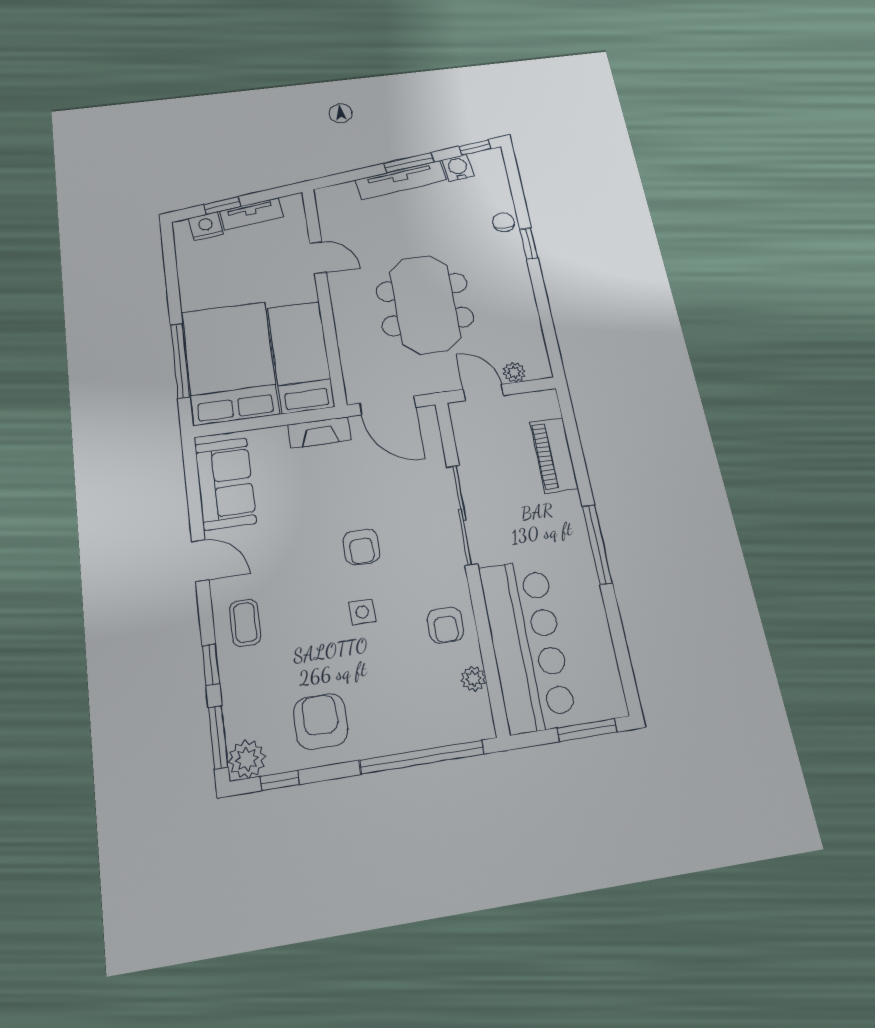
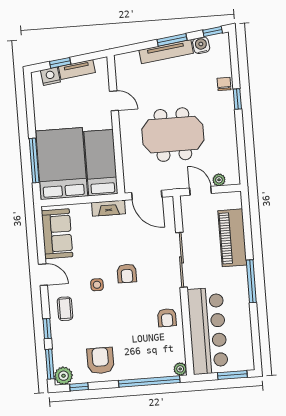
meeting table: (425, 304) -> (173, 135), turned 90
piano: (554, 455) -> (232, 238), width x1.37, depth x1.33
side table: (362, 612) -> (97, 285), moved
plant: (473, 679) -> (180, 369), moved

